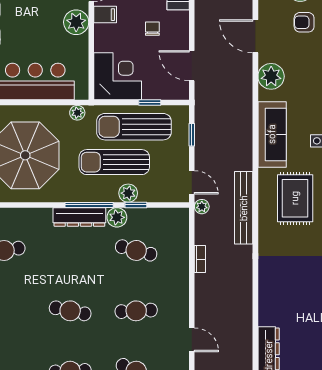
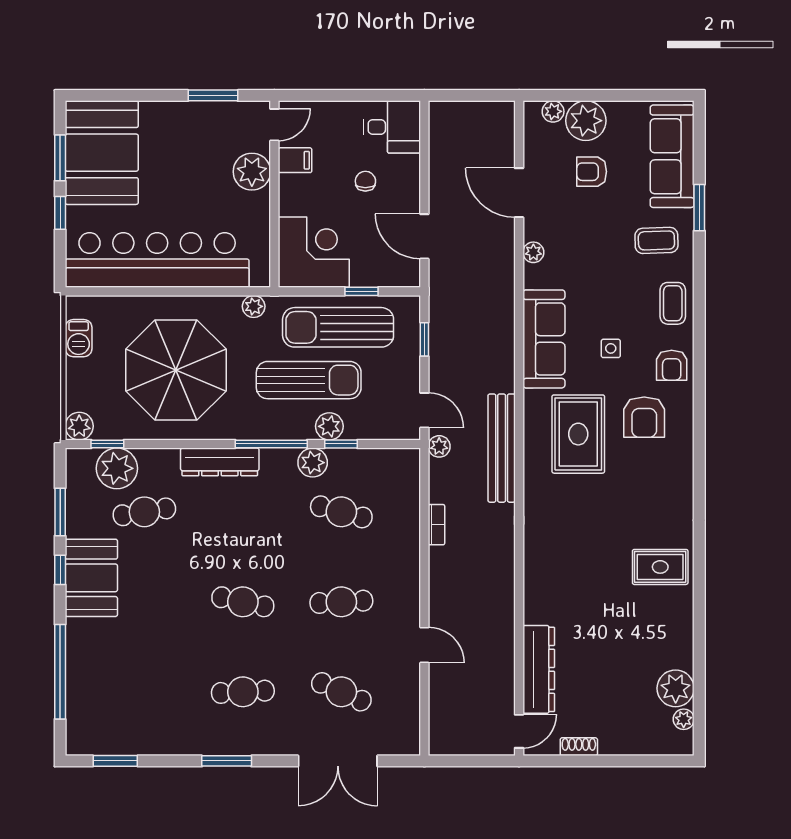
plant: (271, 76) -> (533, 252), width x0.53, depth x0.53
sun lounger: (114, 162) -> (309, 380), turned 180
dresser: (79, 217) -> (220, 462), moved

